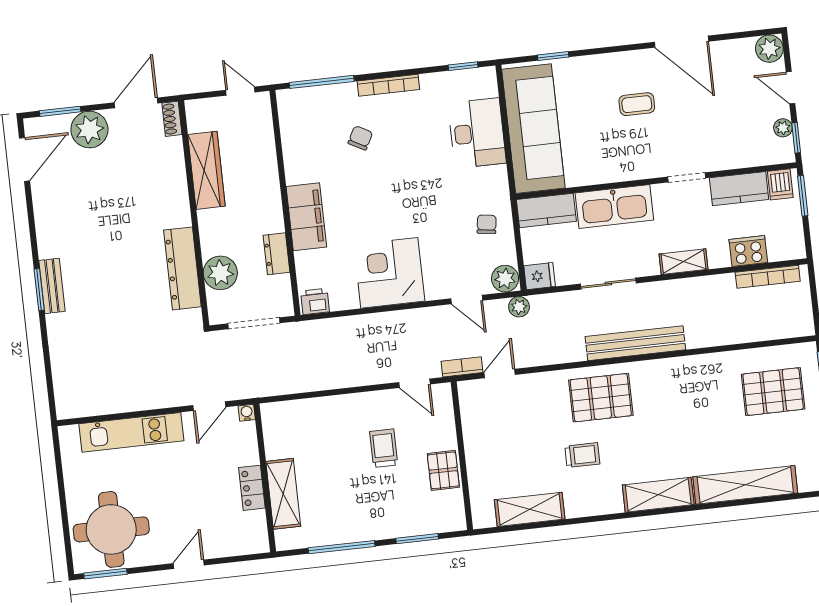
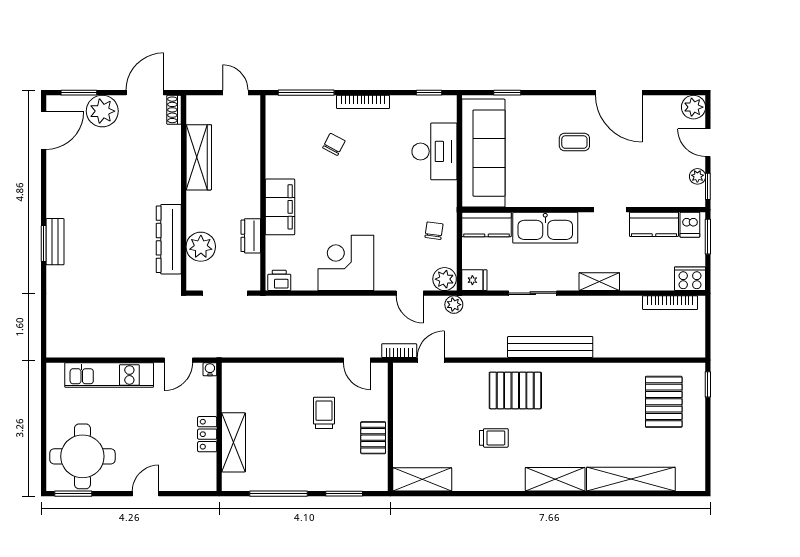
cooker: (748, 251) -> (690, 279), moved
pallet: (773, 392) -> (664, 402), turned 90
shelving: (530, 509) -> (422, 479), moved

